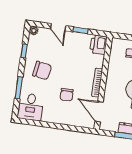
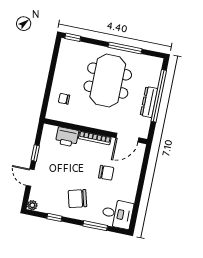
door: (58, 27) -> (30, 178), swing flipped
printer: (98, 45) -> (67, 137), moved
chair: (42, 71) -> (77, 199), turned -114

